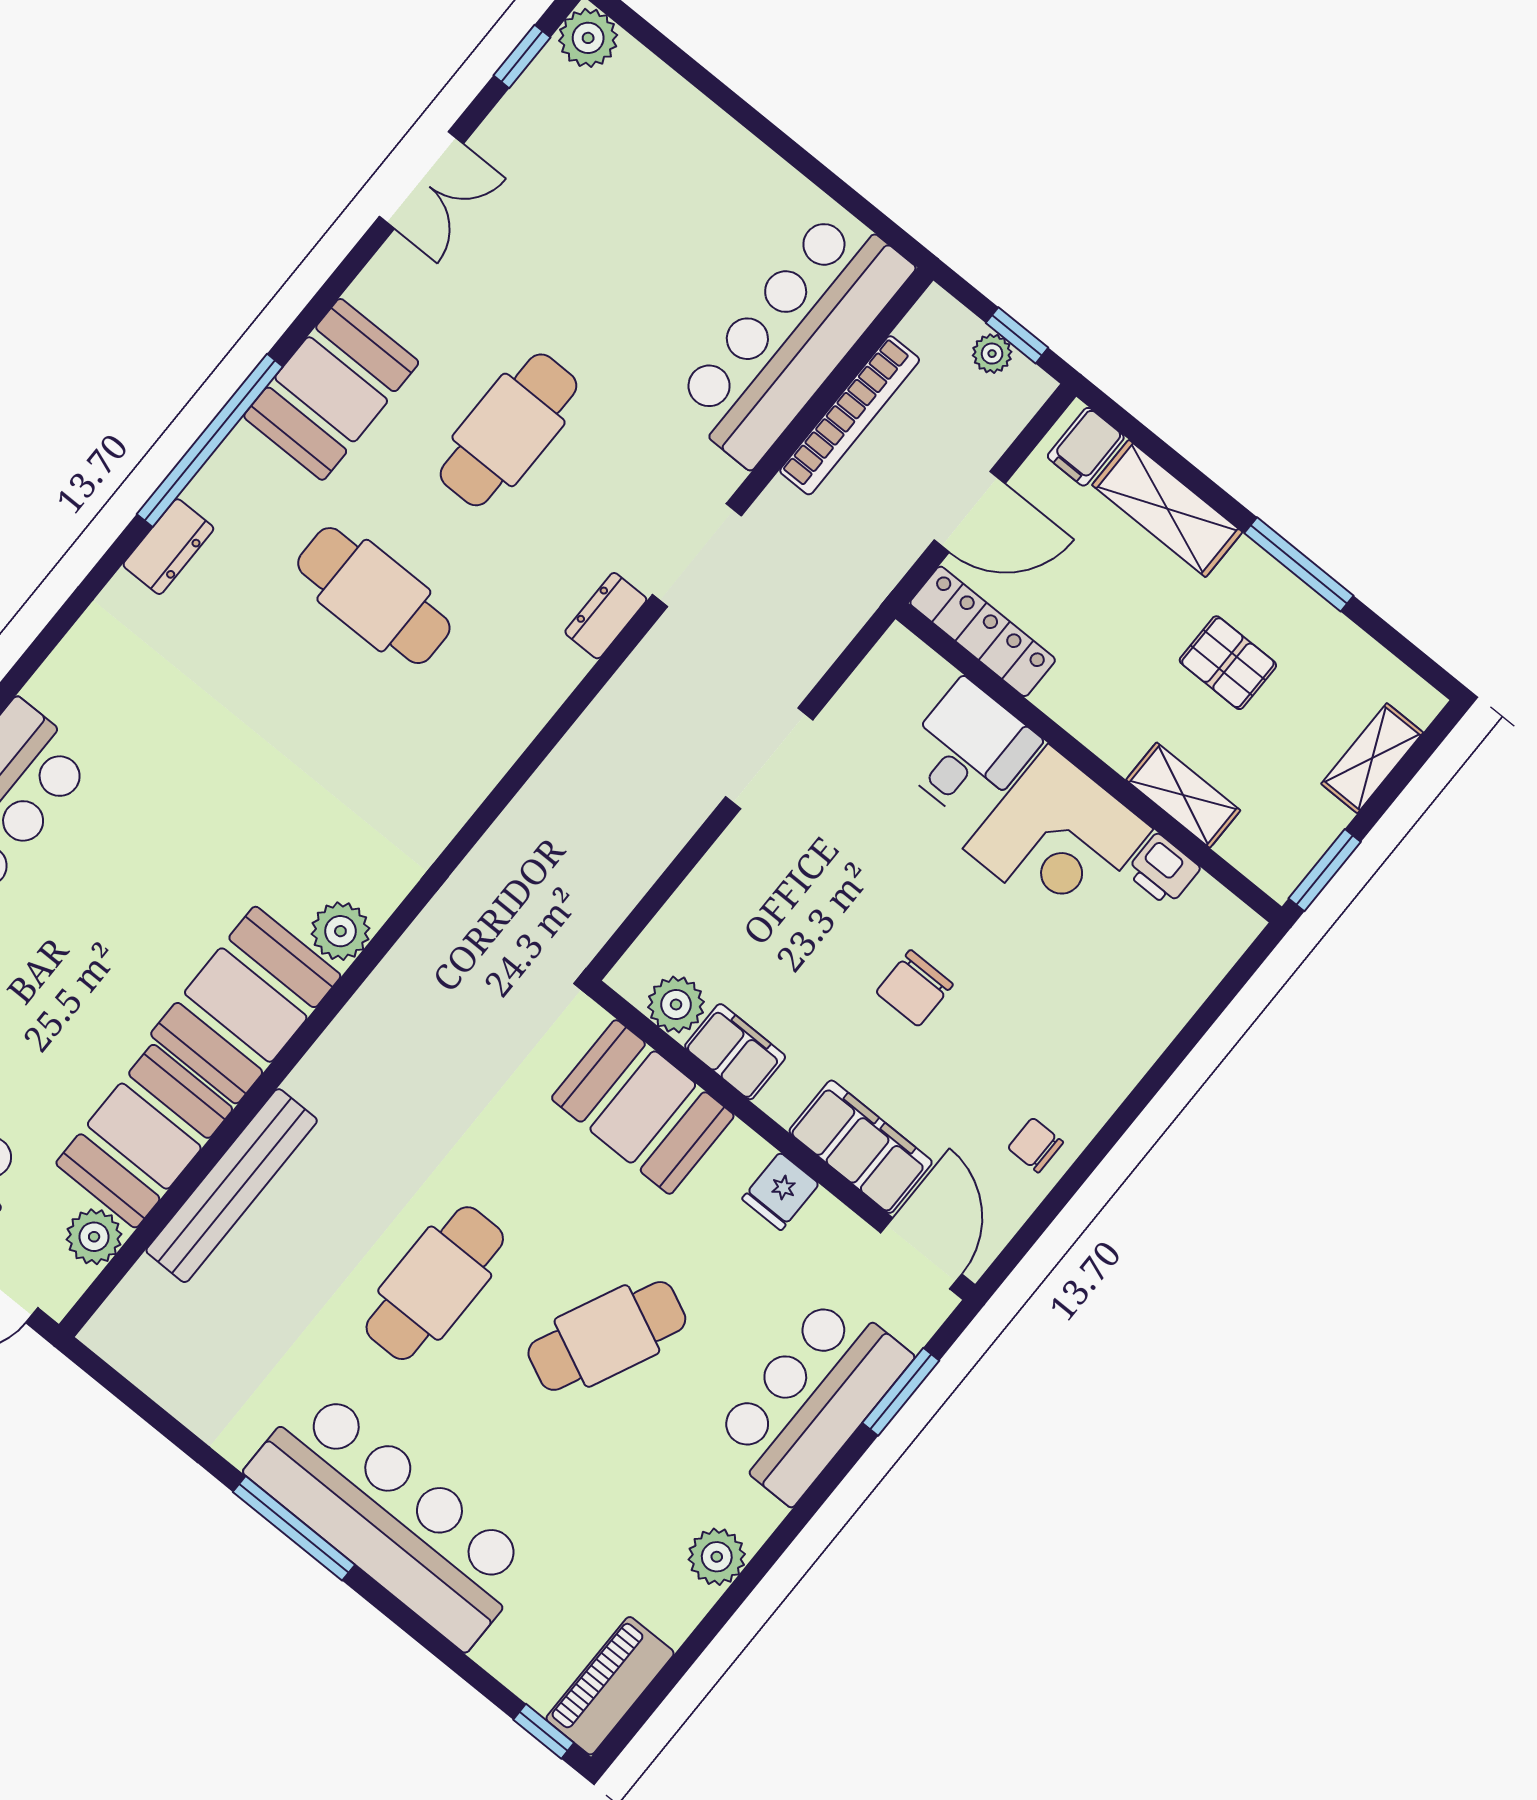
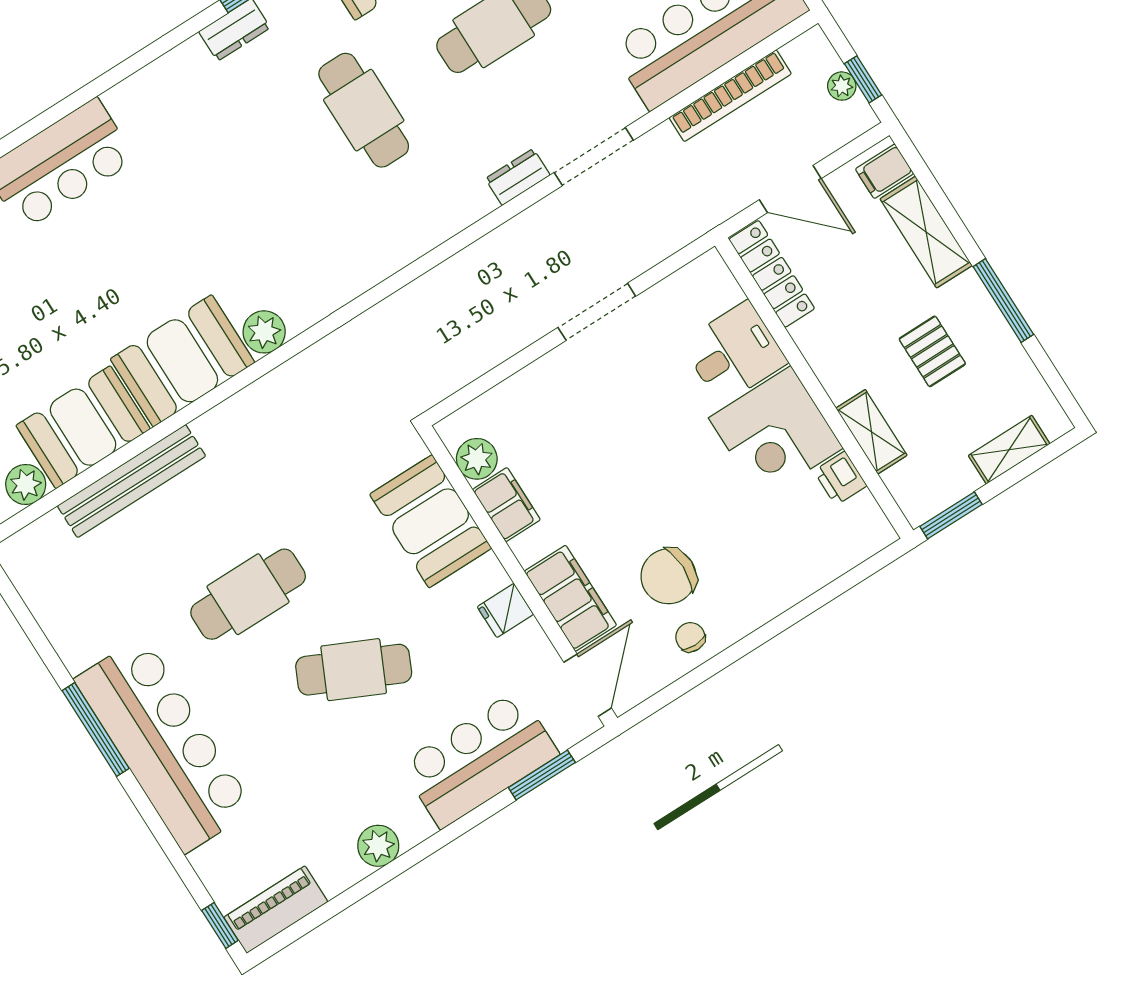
chair: (914, 988) -> (668, 576), moved, width x1.37, depth x1.37

